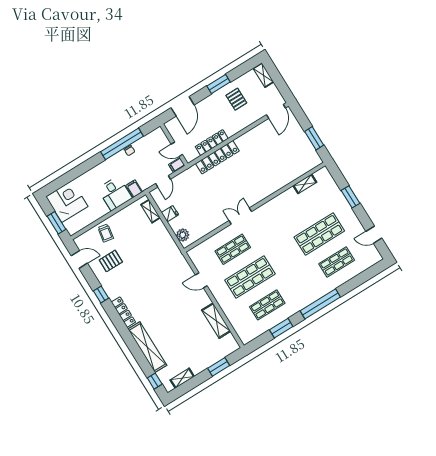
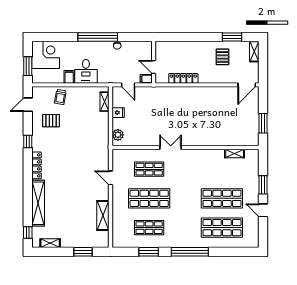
window: (219, 84) -> (232, 37), moved
door: (183, 106) -> (178, 37), removed
window: (122, 144) -> (98, 37), moved
locker: (217, 157) -> (181, 92), removed
door: (163, 181) -> (128, 85), hinge flipped
filing cabinet: (134, 189) -> (69, 77), moved
door: (374, 235) -> (263, 210), moved
door: (79, 259) -> (28, 105), swing flipped
shop shelf: (337, 262) -> (222, 228), width x1.43, depth x1.36

